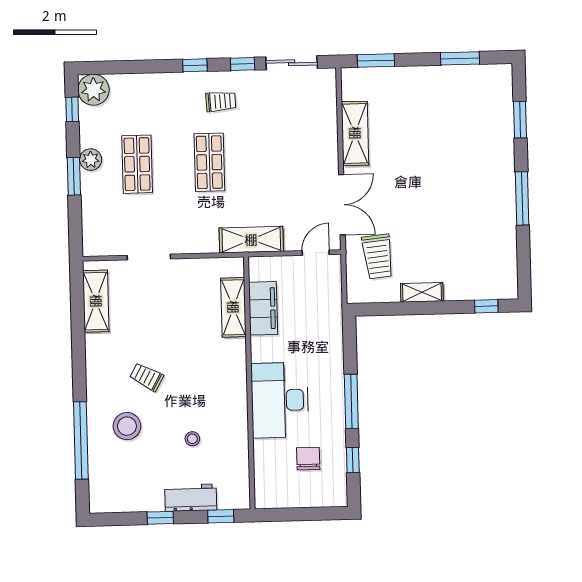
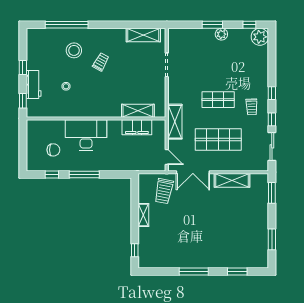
shop shelf: (137, 164) -> (218, 139), moved, width x1.43, depth x1.36
trolley: (378, 256) -> (164, 191), turned -73

